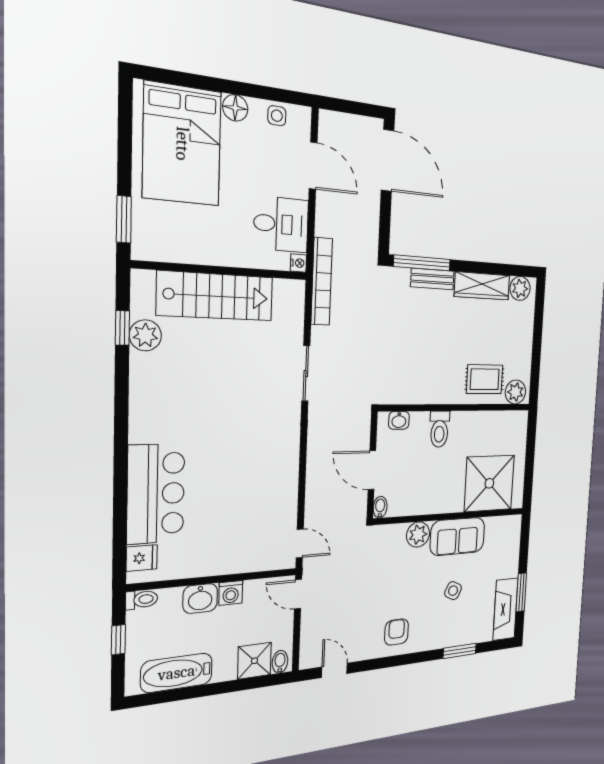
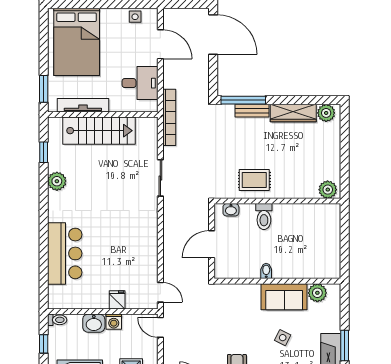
floor lamp: (235, 108) -> (108, 16), removed
tv unit: (191, 253) -> (83, 105), added
nightstand: (298, 263) -> (153, 107), removed
plant: (145, 335) -> (57, 181), moved
rug: (485, 379) -> (254, 180), moved
door: (372, 470) -> (212, 244), hinge flipped
shower: (489, 483) -> (309, 258), removed
bidet: (380, 507) -> (266, 271), moved
plant: (418, 534) -> (317, 293), moved
fridge: (142, 558) -> (117, 300), moved, turned -90

